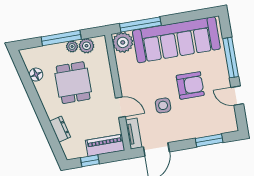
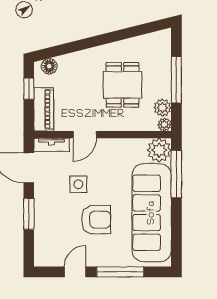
plant: (72, 46) -> (164, 124), moved
floor lamp: (36, 75) -> (49, 66), moved
dining table: (73, 83) -> (122, 85), turned 90
armchair: (190, 85) -> (96, 220), turned -90
dresser: (60, 129) -> (71, 61), removed
window: (209, 140) -> (29, 214), moved

